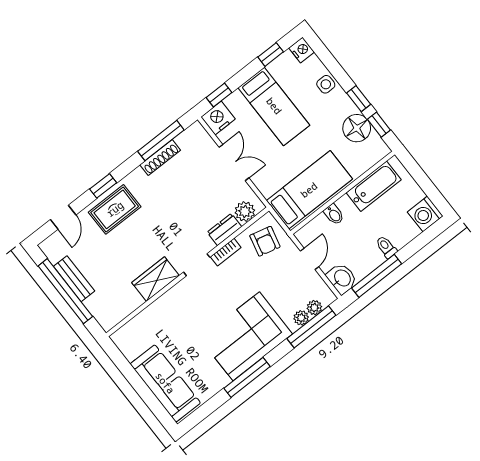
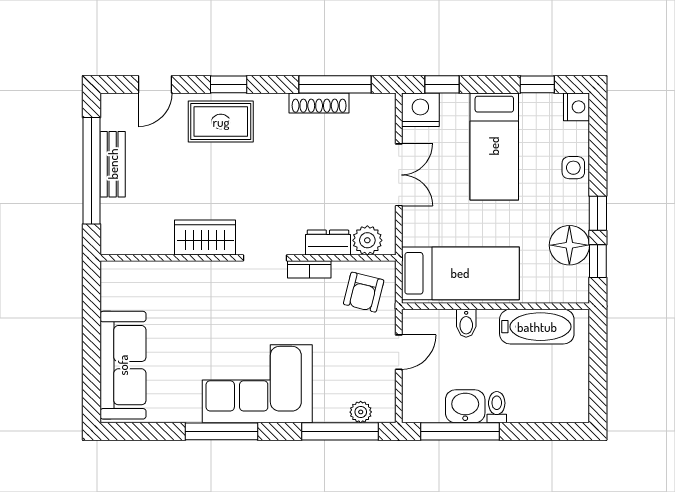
washing machine: (425, 214) -> (571, 404), removed
washbasin: (342, 278) -> (465, 406), moved, turned -90
plant: (301, 318) -> (337, 412), removed

